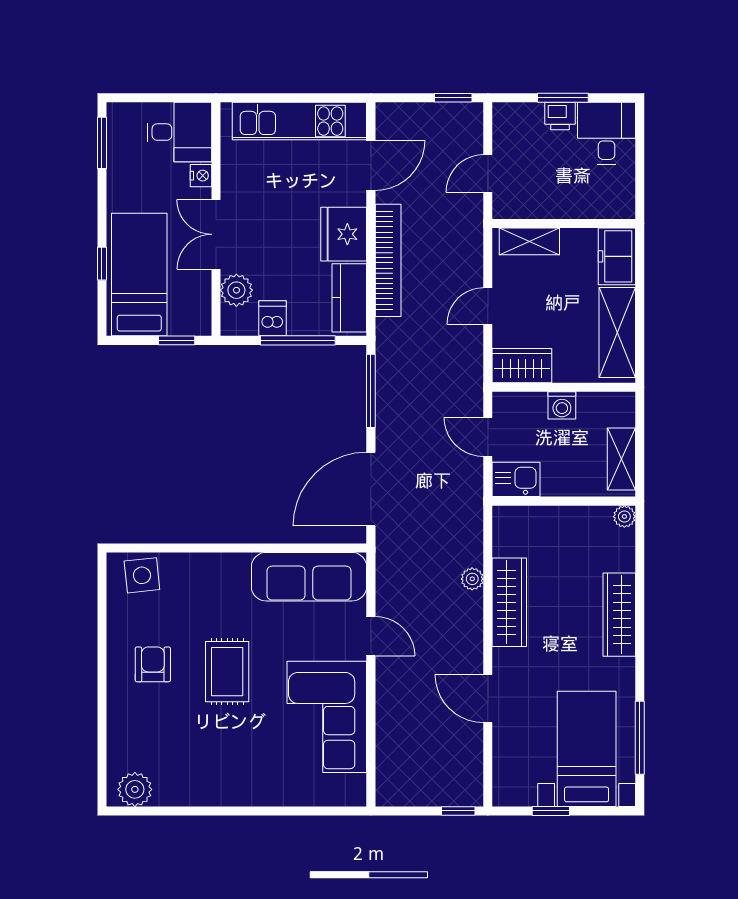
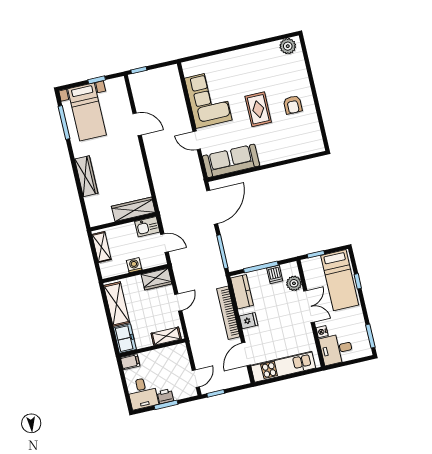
door: (488, 173) -> (196, 379), moved
filing cabinet: (617, 205) -> (130, 362), added
fridge: (344, 234) -> (249, 321), width x0.53, depth x0.75
plant: (624, 517) -> (94, 221), removed
side table: (142, 575) -> (307, 144), removed
plant: (472, 579) -> (157, 177), removed
wardrobe: (509, 602) -> (133, 209), moved, turned 90

